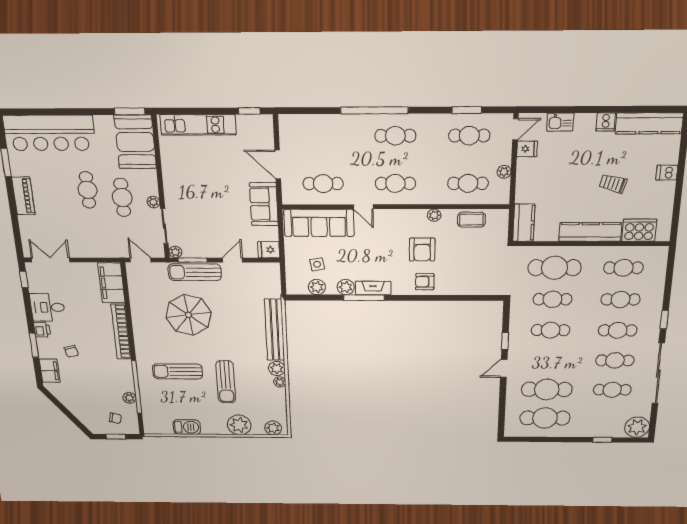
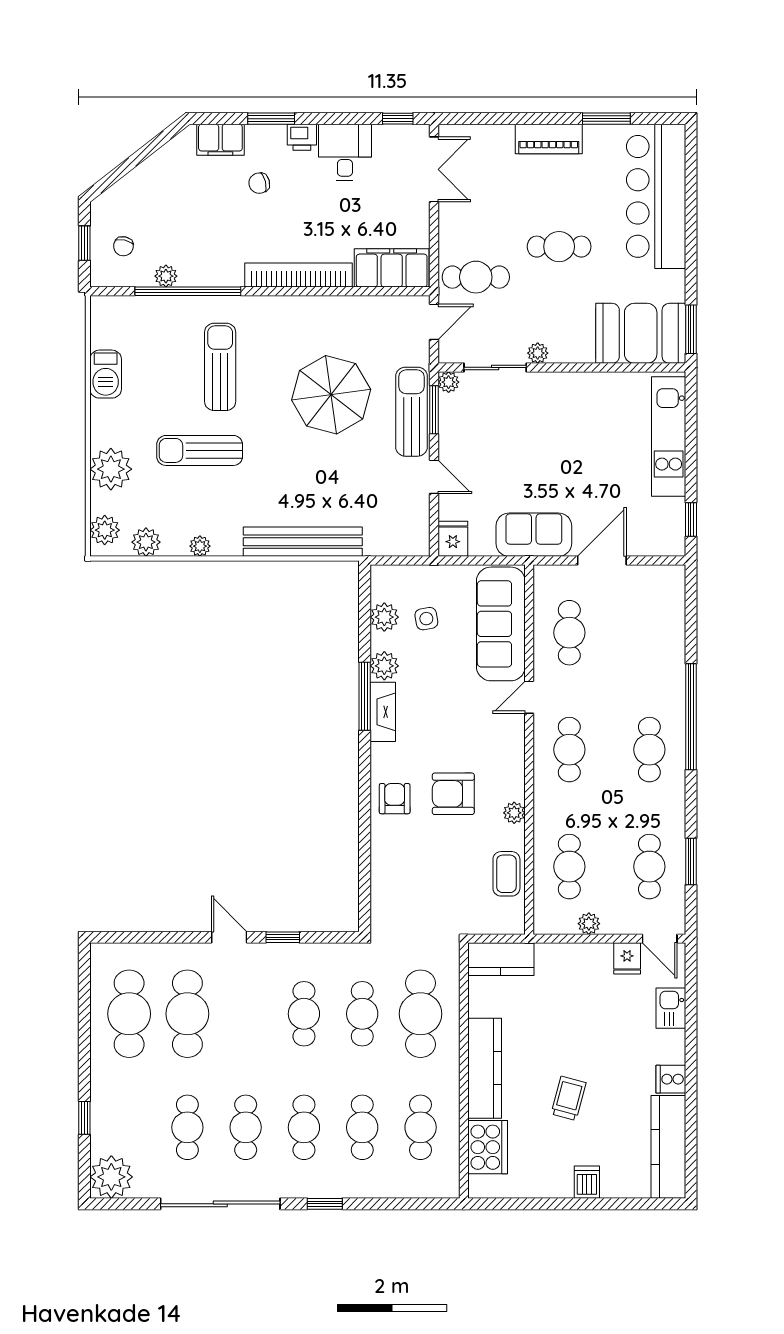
cafe table: (122, 197) -> (476, 277), moved
plant: (277, 368) -> (146, 542), moved

